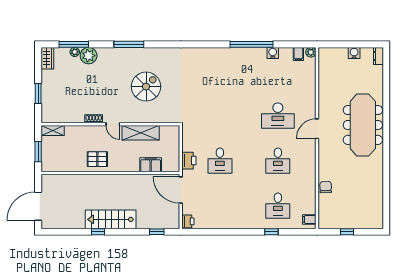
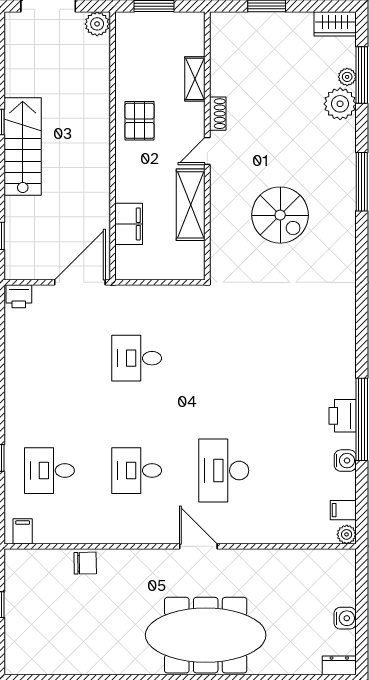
shelving: (53, 130) -> (195, 79), moved
printer: (189, 161) -> (343, 416), moved, turned 90
plant: (47, 181) -> (97, 24), added

